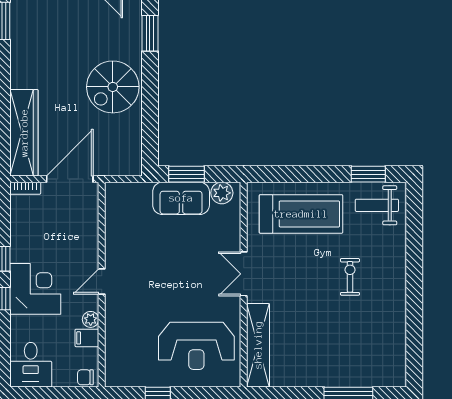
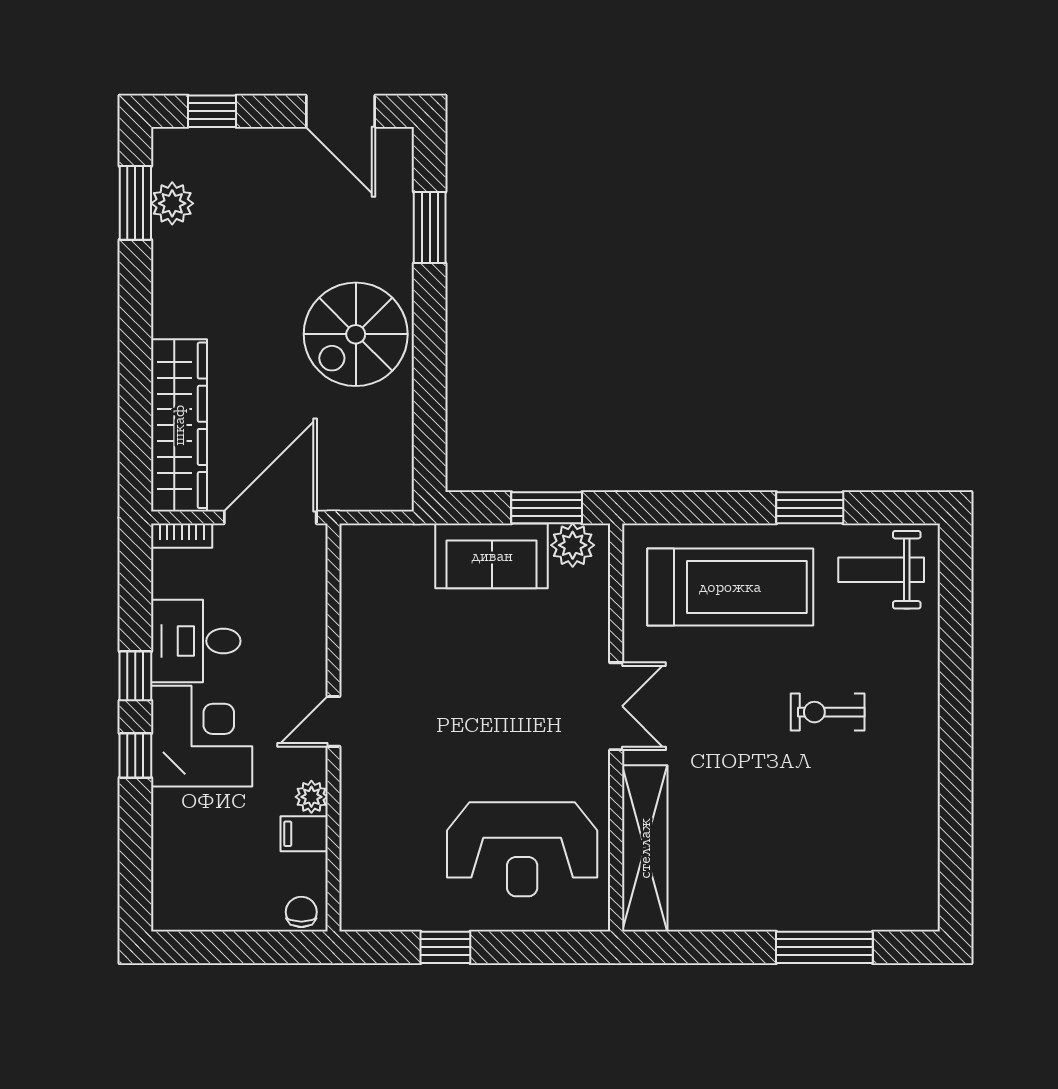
plant: (21, 21) -> (172, 203), added
window: (186, 174) -> (547, 508), moved
window: (368, 174) -> (810, 508), moved
double door: (244, 274) -> (616, 706), swing flipped
exercise bike: (350, 277) -> (828, 712), turned -90
desk: (31, 365) -> (196, 641), moved, turned 90
chair: (85, 377) -> (301, 912), turned 90

